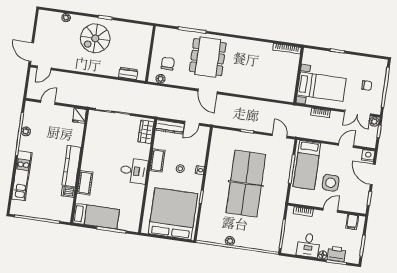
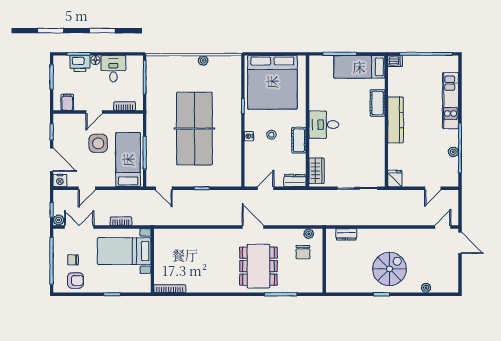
armchair: (367, 67) -> (75, 280), added
dresser: (170, 127) -> (295, 180), width x0.70
dishwasher: (68, 192) -> (395, 61), moved

